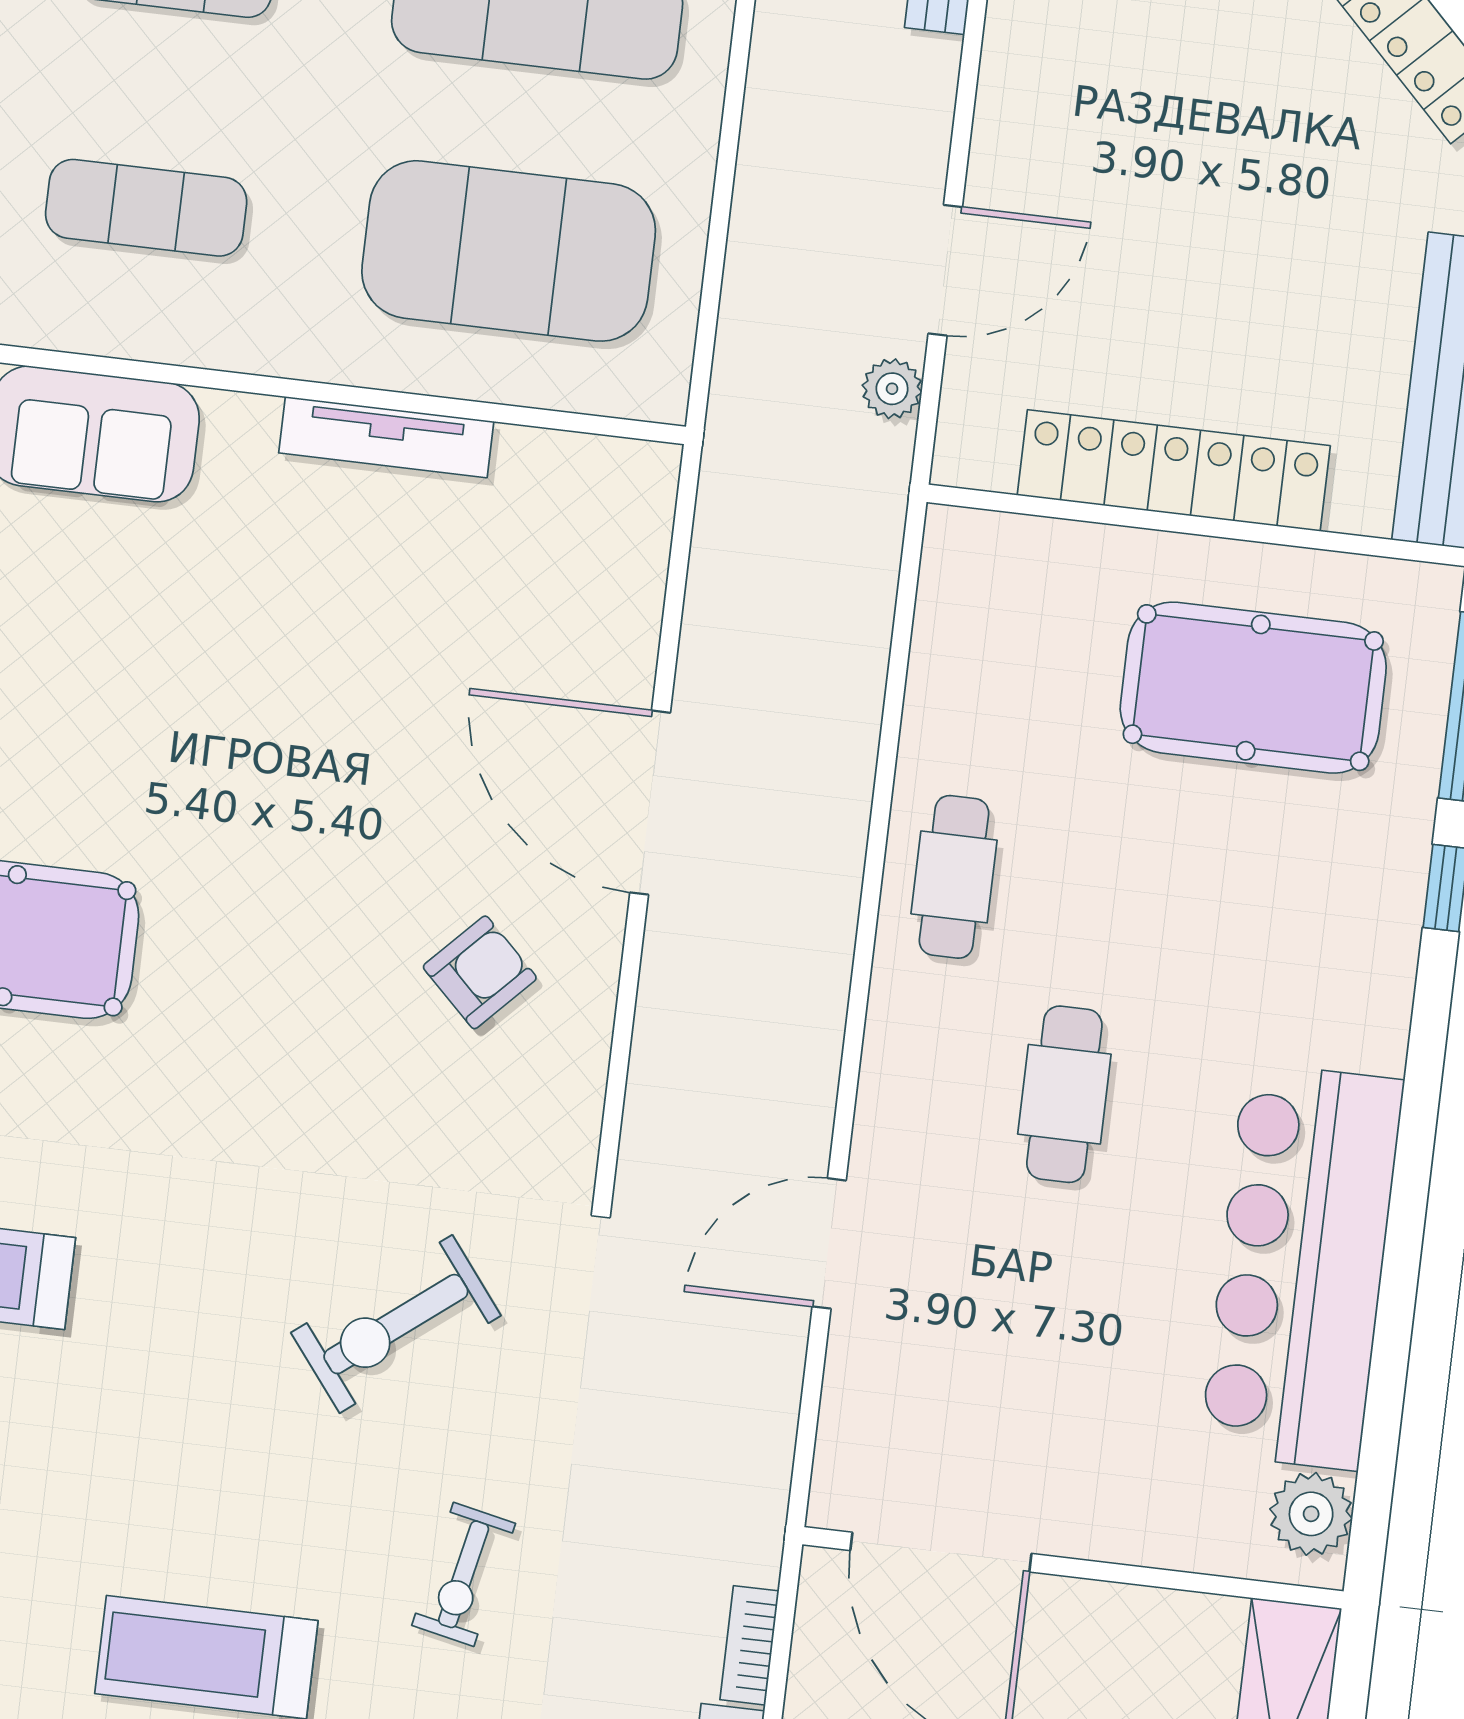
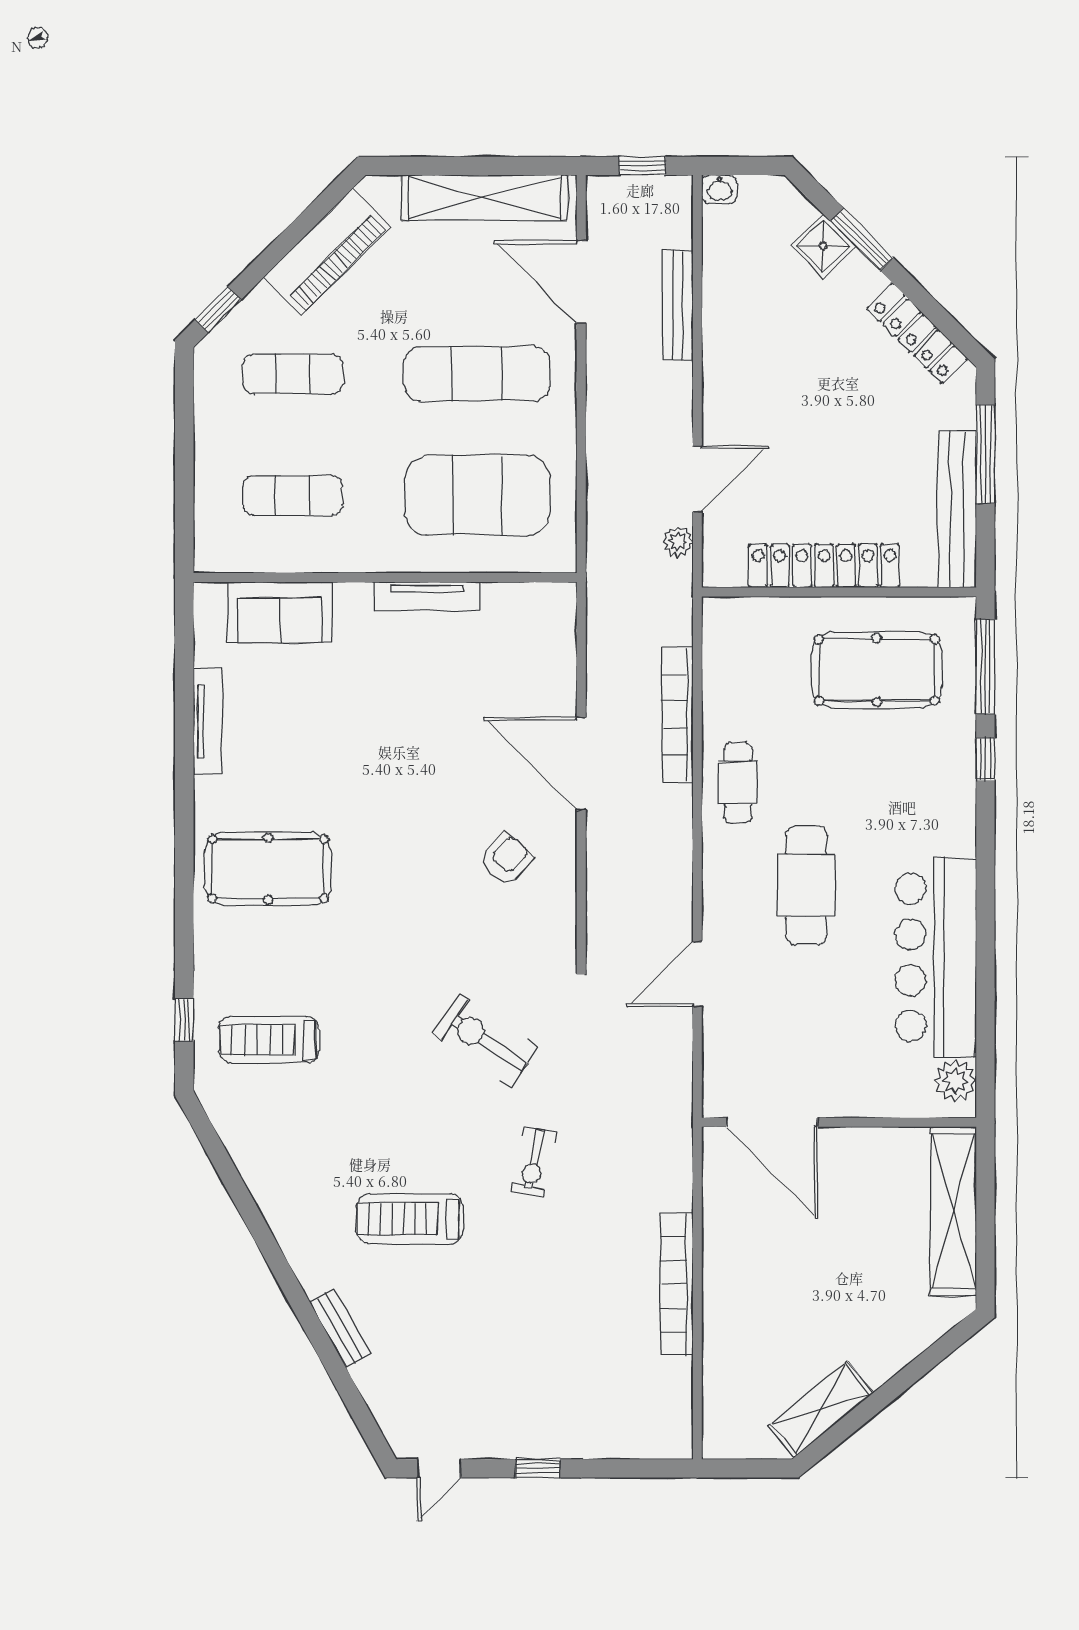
cafe table: (1064, 1094) -> (806, 885), width x1.37, depth x1.35
exercise bike: (396, 1324) -> (485, 1040), turned 72
bookcase: (749, 1645) -> (678, 715), moved, width x2.31, depth x1.31

